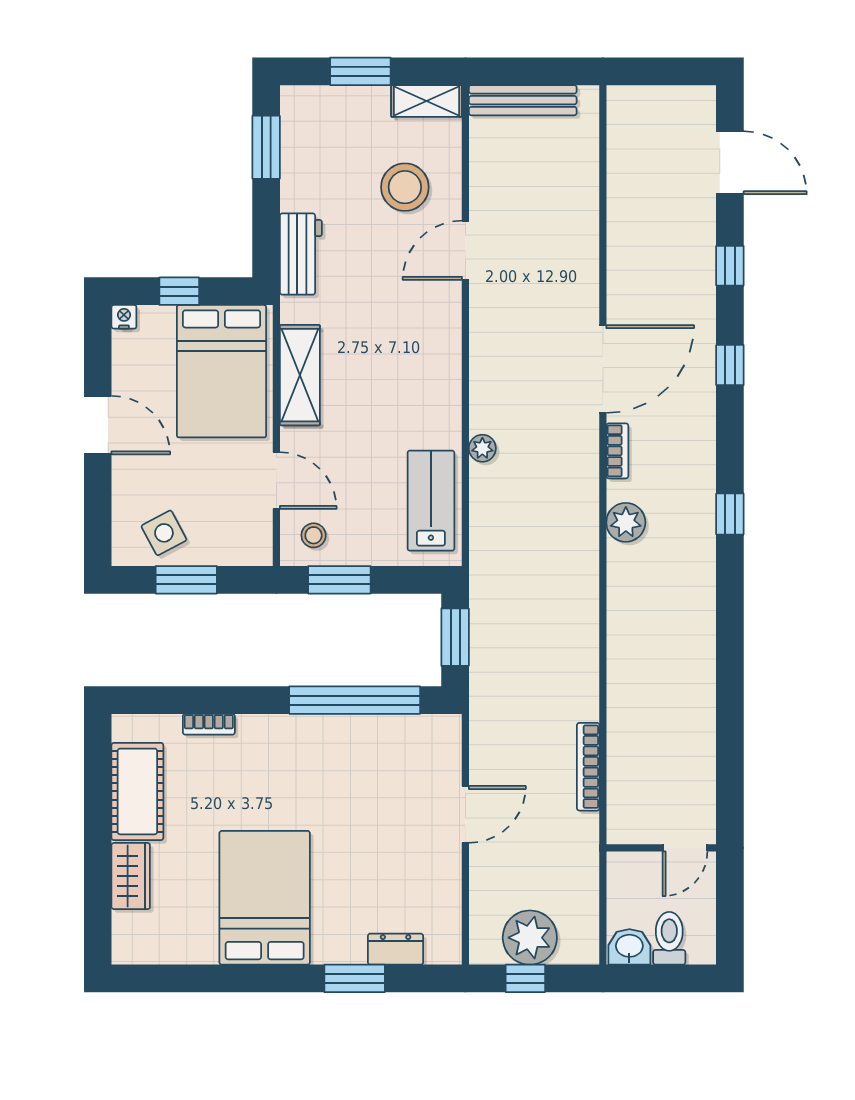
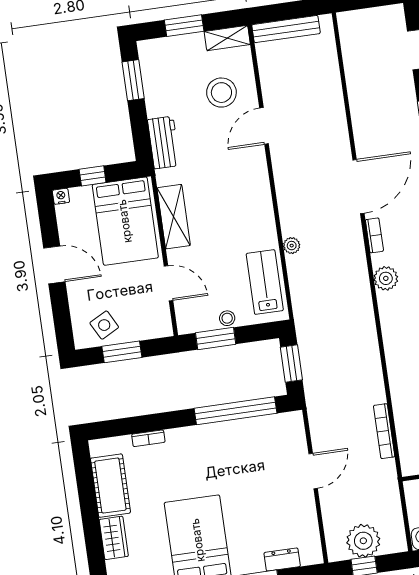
stool: (314, 535) -> (227, 318), moved

